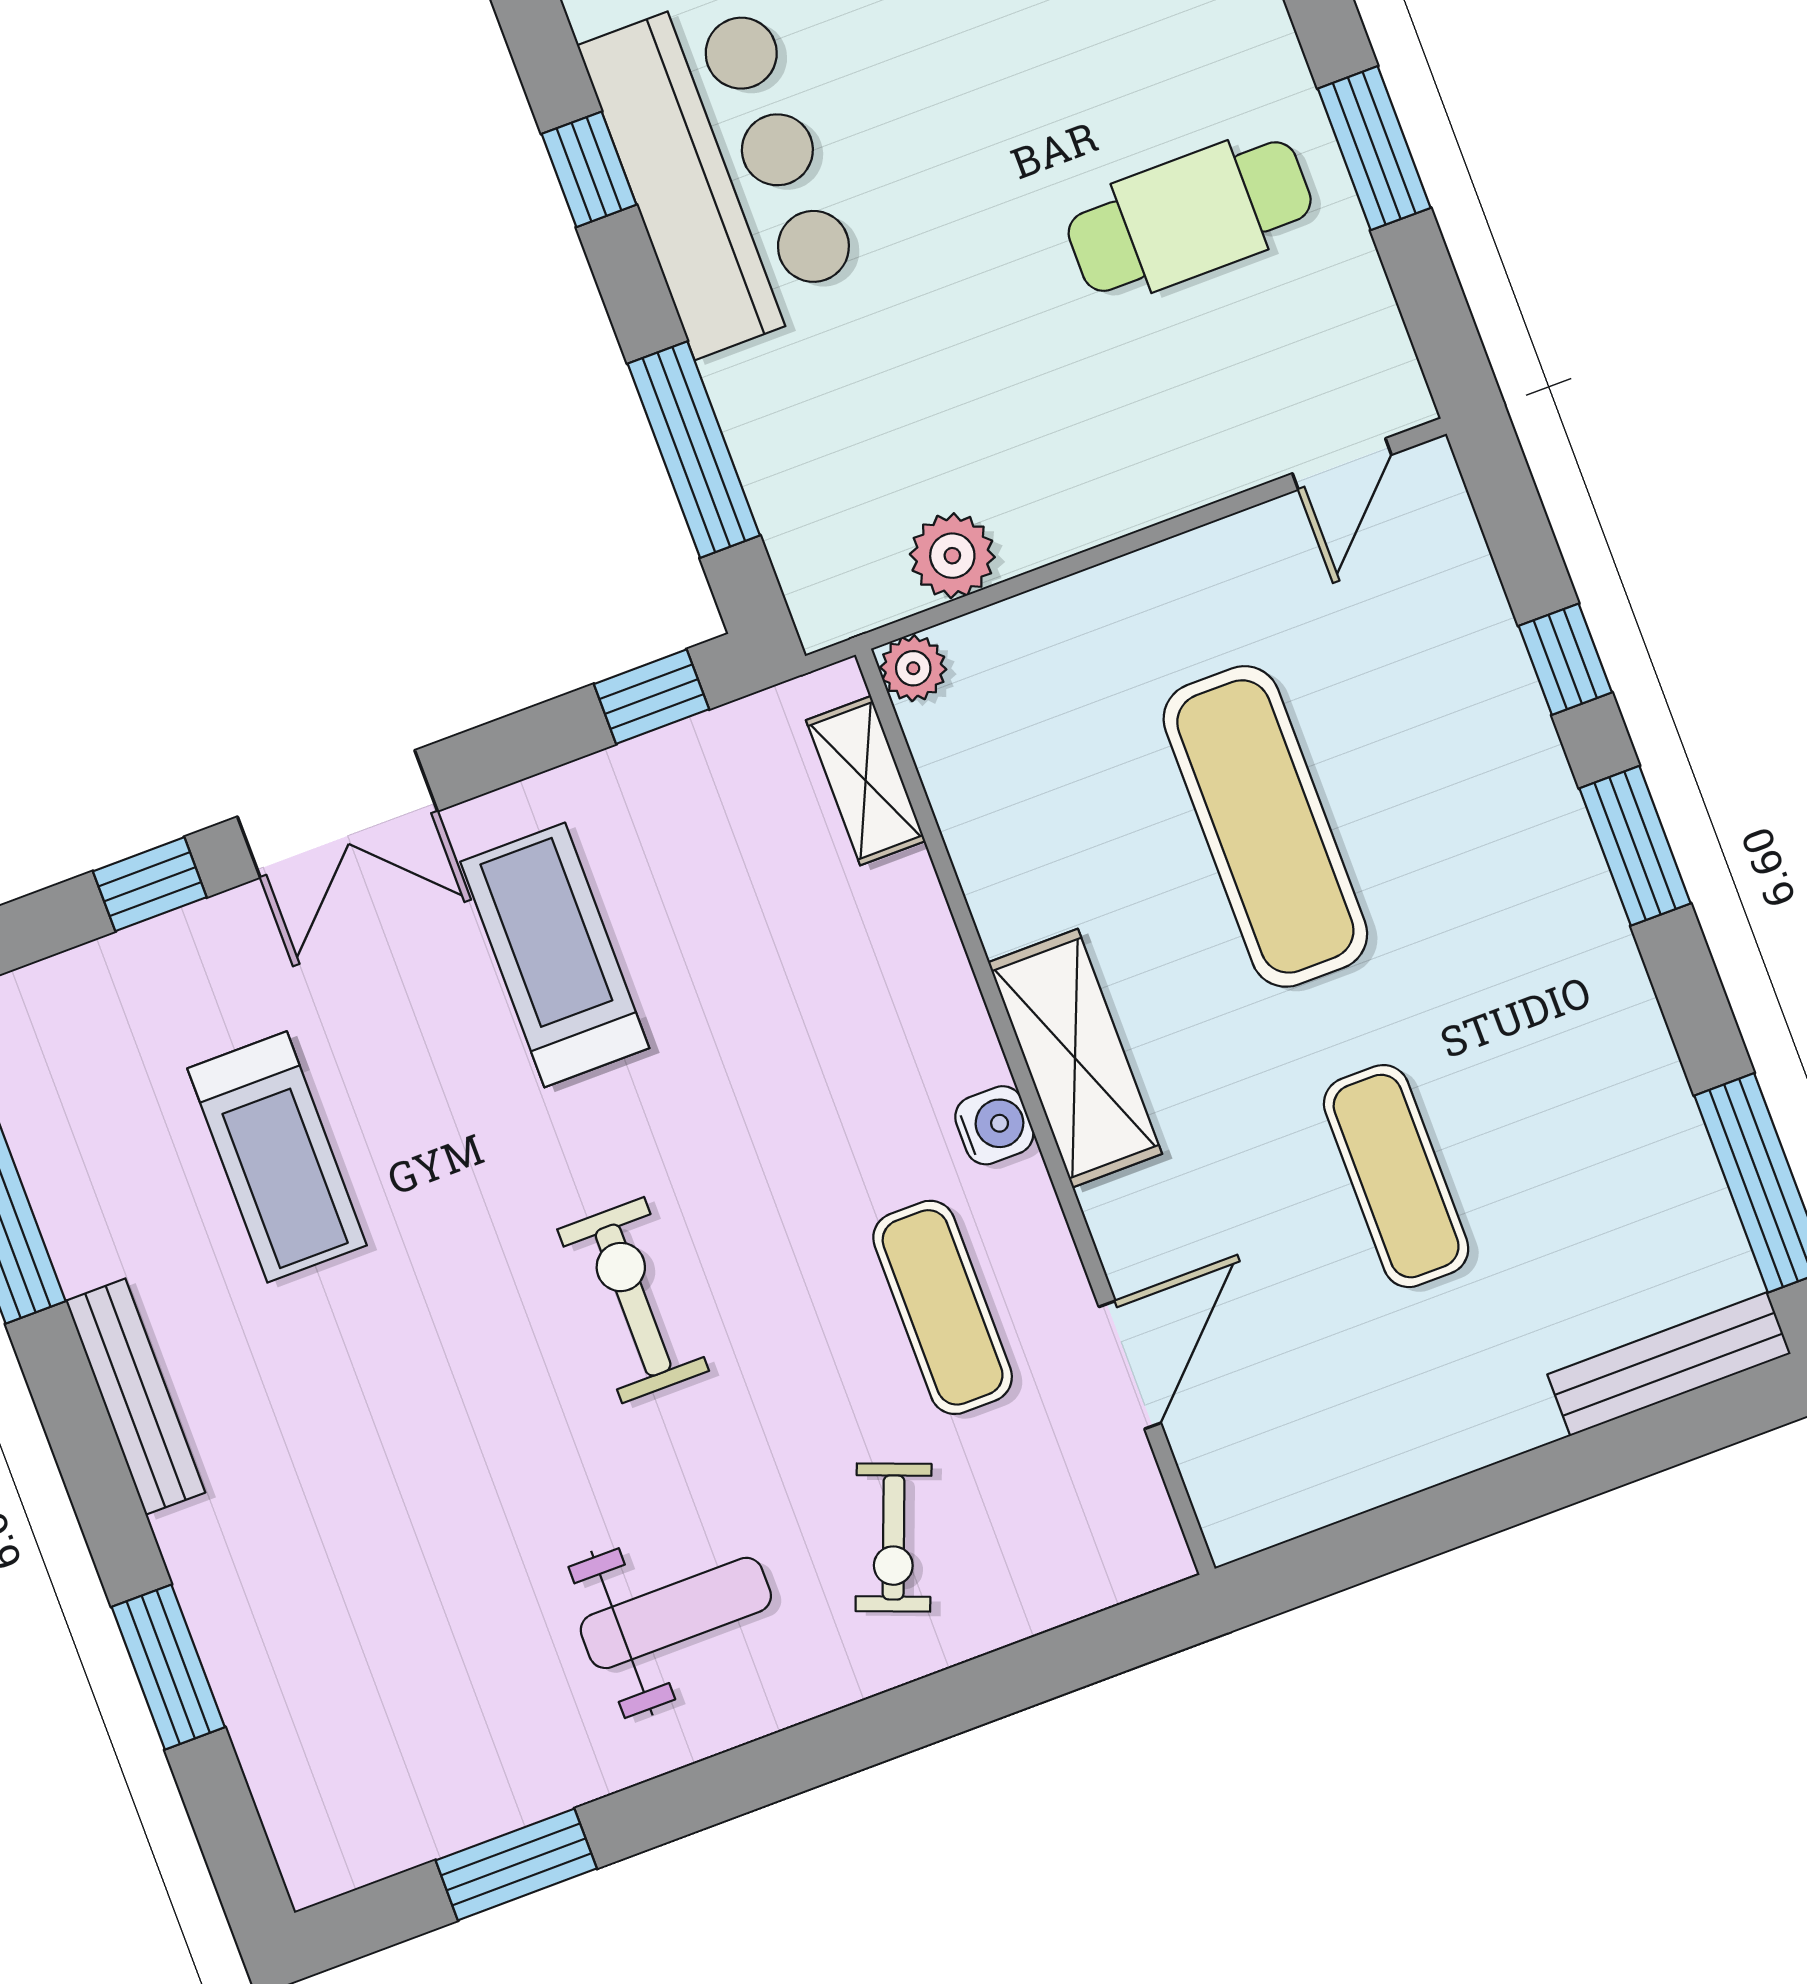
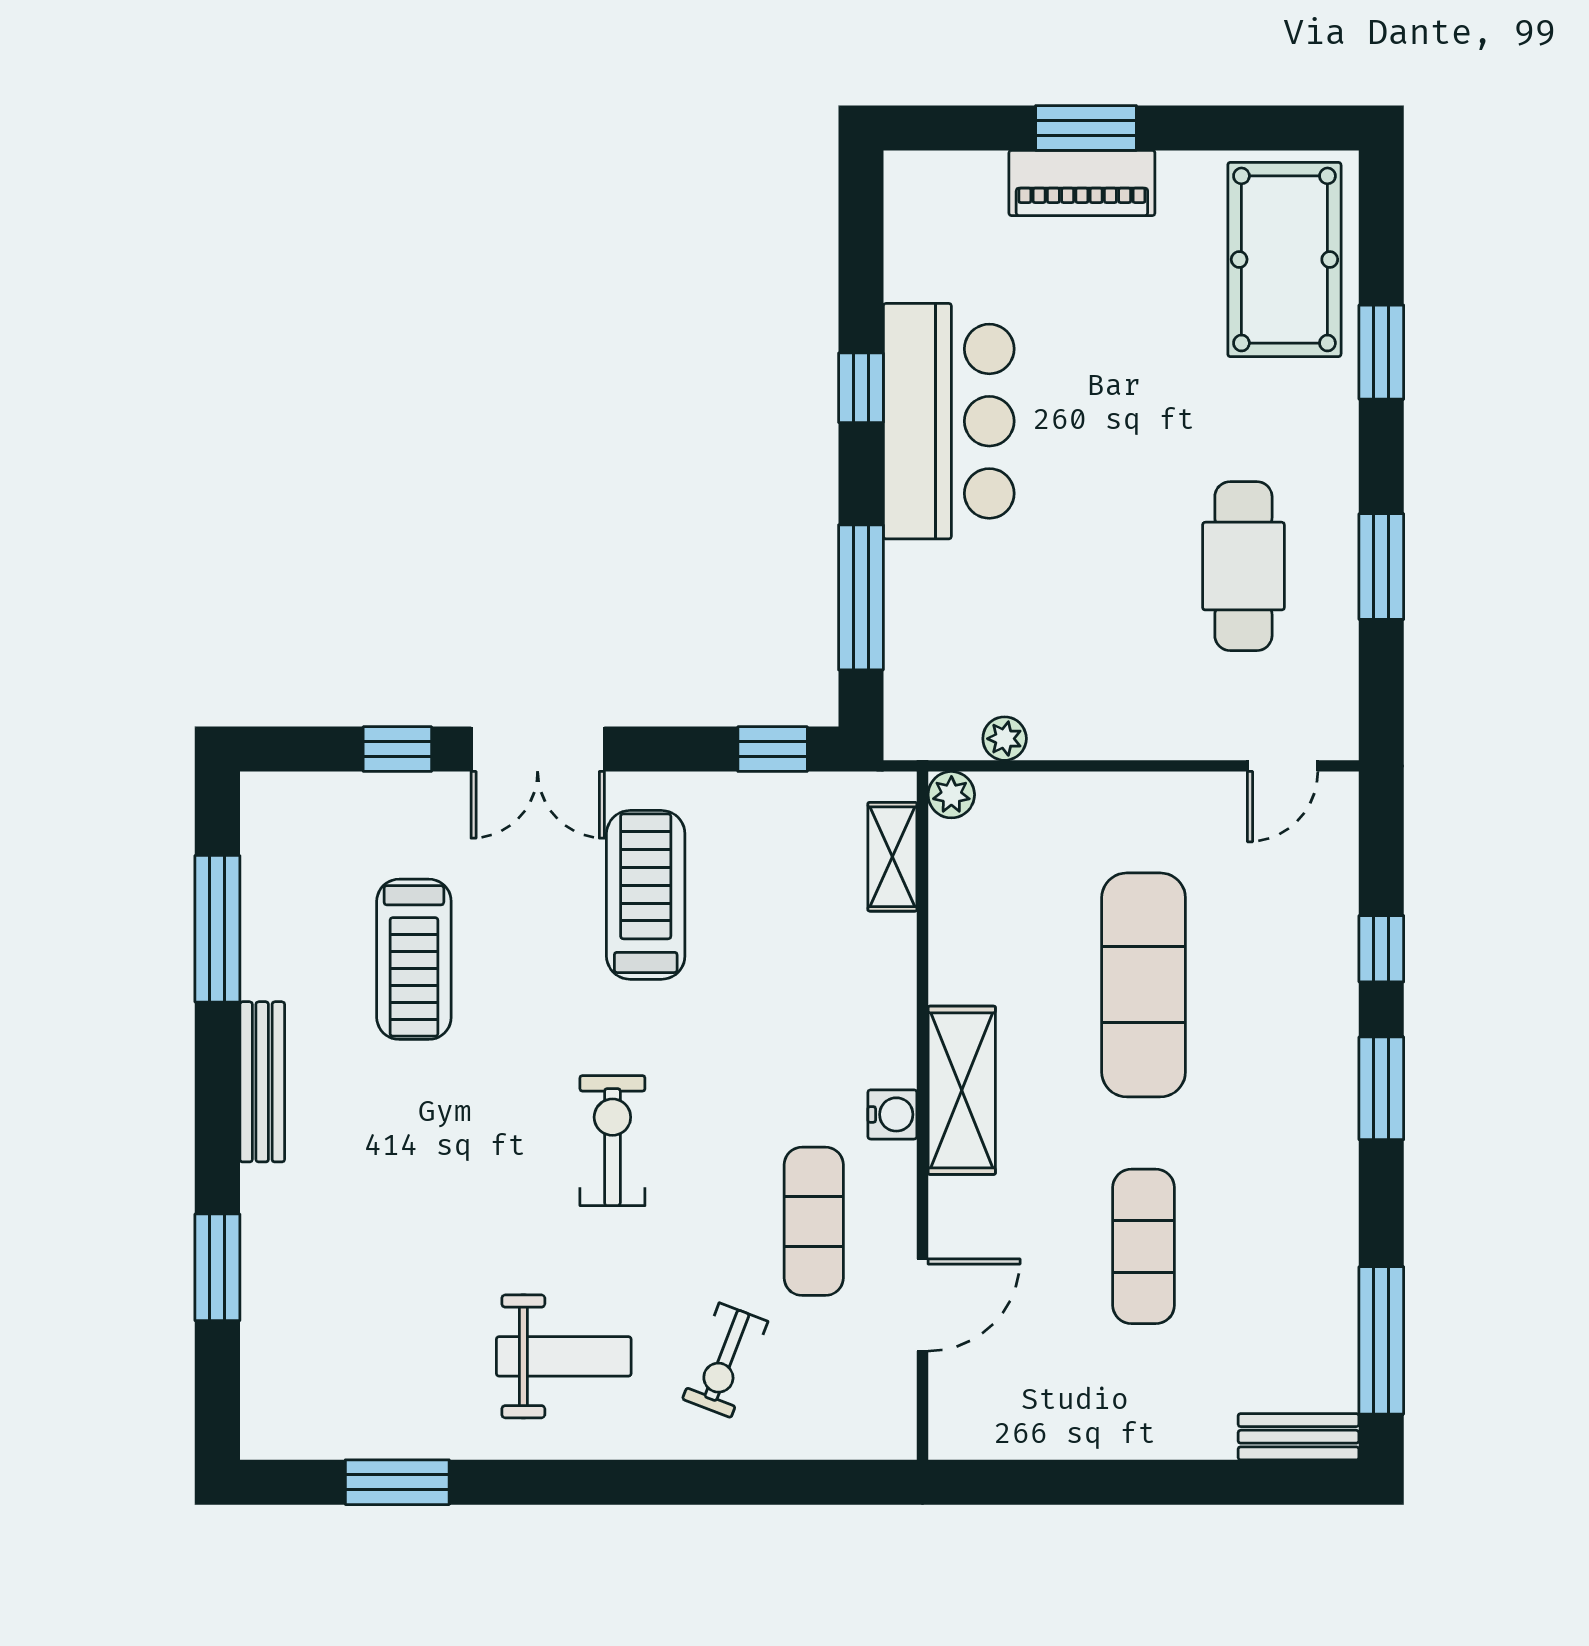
cafe table: (1190, 217) -> (1243, 566), turned 90
plant: (952, 556) -> (1005, 739), width x0.73, depth x0.73
bench: (1669, 1364) -> (1298, 1437), width x0.73

